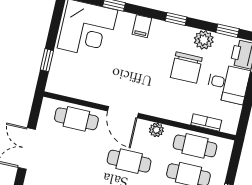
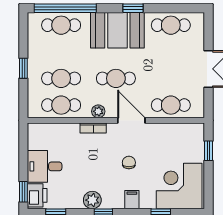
plant: (204, 40) -> (92, 200), moved
chair: (186, 68) -> (129, 163), moved, width x0.54, depth x0.54
bookcase: (206, 122) -> (93, 128), moved

